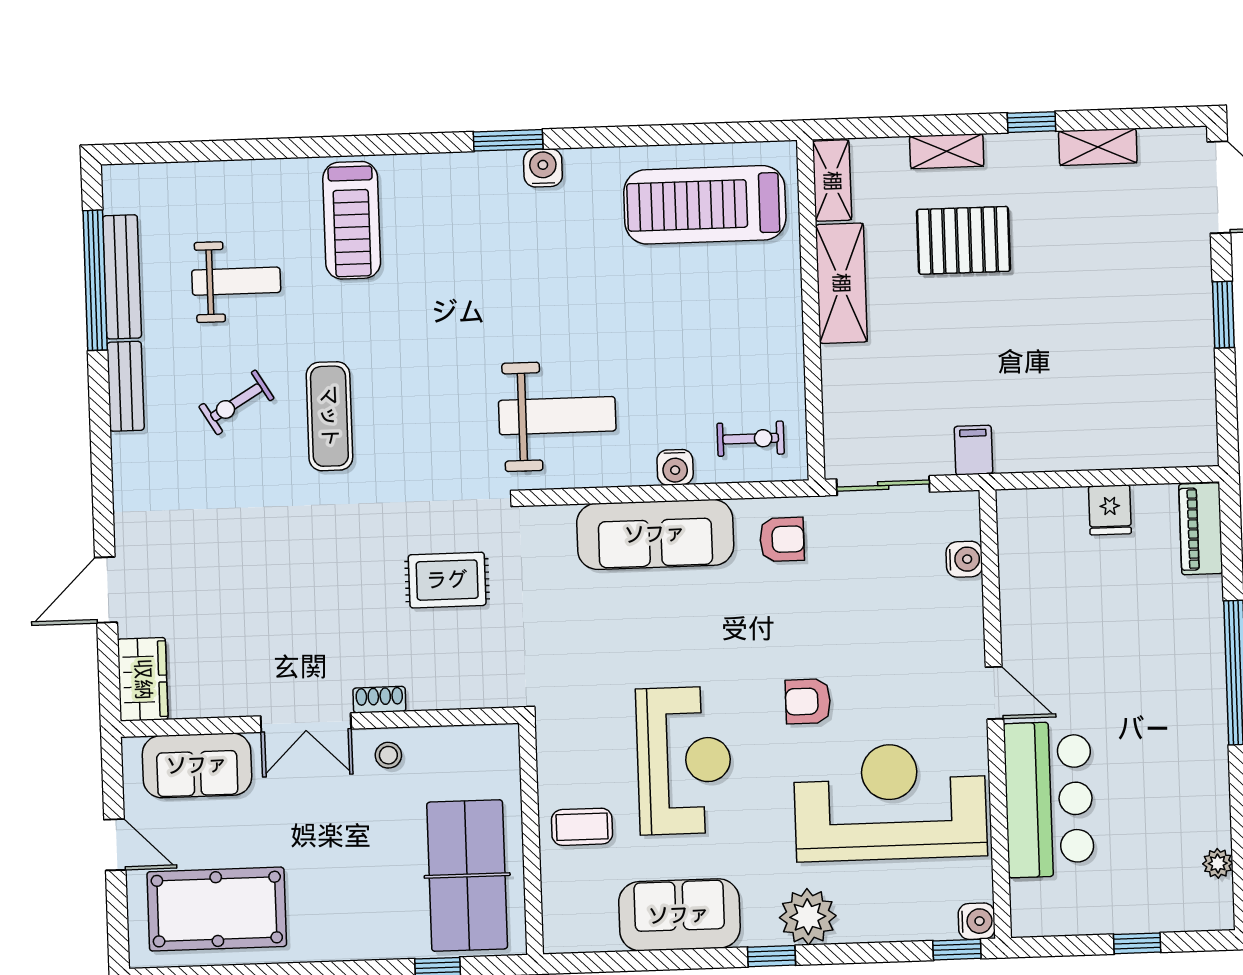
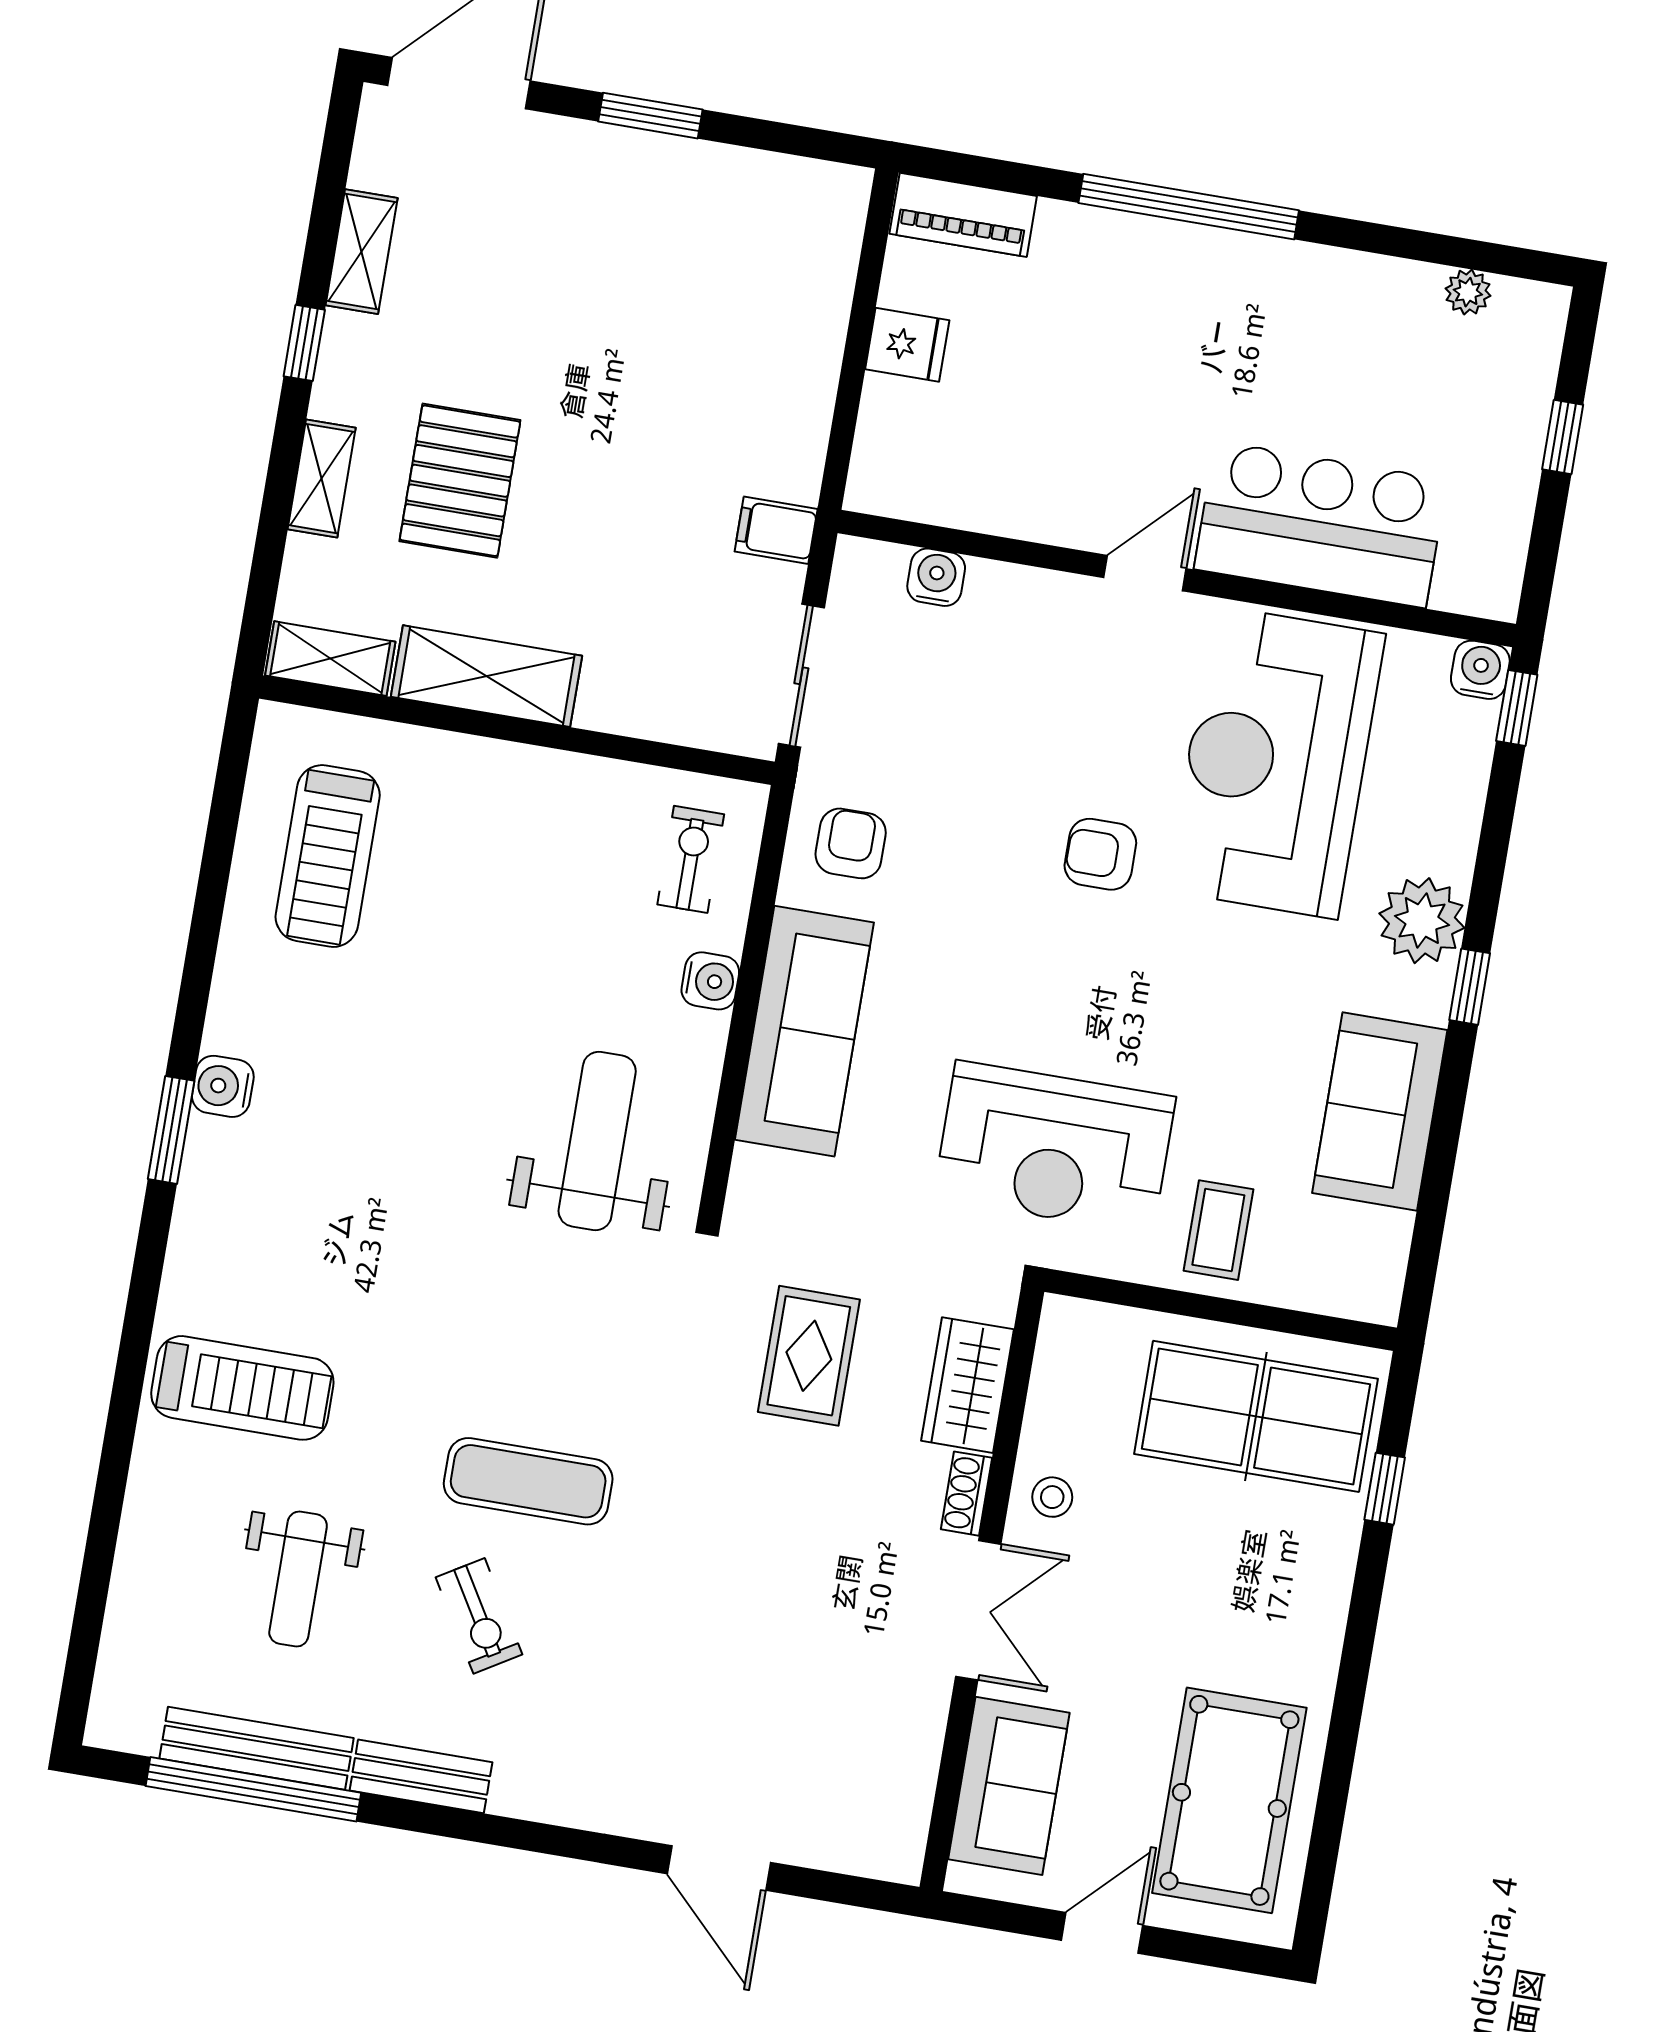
treadmill: (705, 205) -> (328, 856), width x0.73, depth x0.73
weight bench: (236, 281) -> (298, 1579), turned 180
wardrobe: (143, 679) -> (967, 1385), moved, turned -90
armchair: (808, 701) -> (1100, 854), turned 90
reception desk: (684, 760) -> (1054, 1147), moved, turned 180

